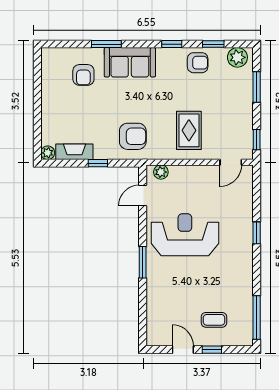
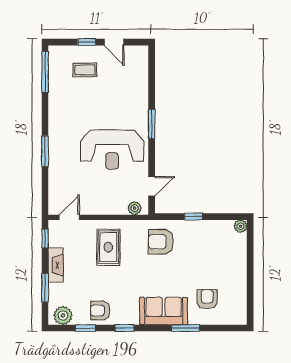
fireplace: (74, 152) -> (56, 265), moved, turned -90
window: (257, 233) -> (45, 151), width x1.50

